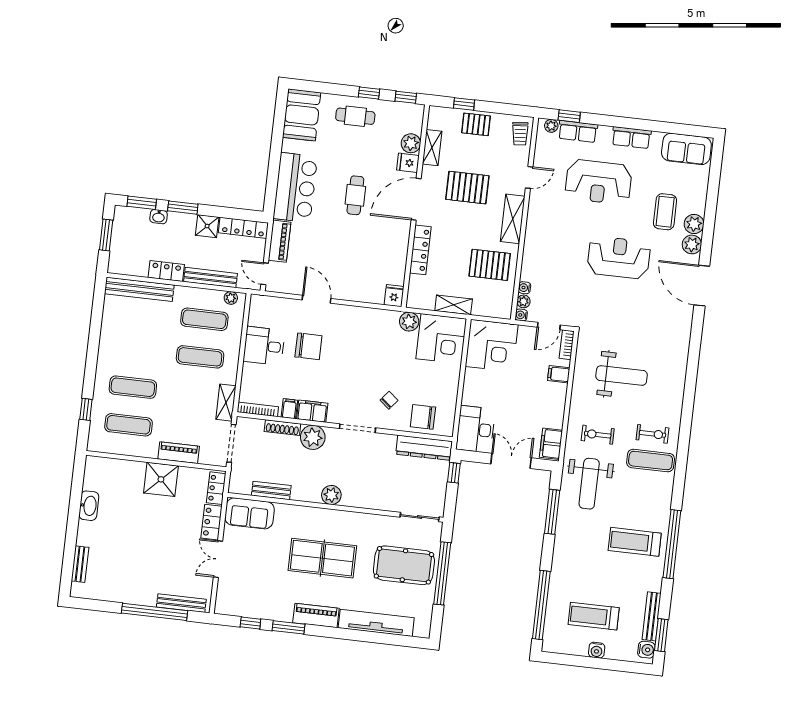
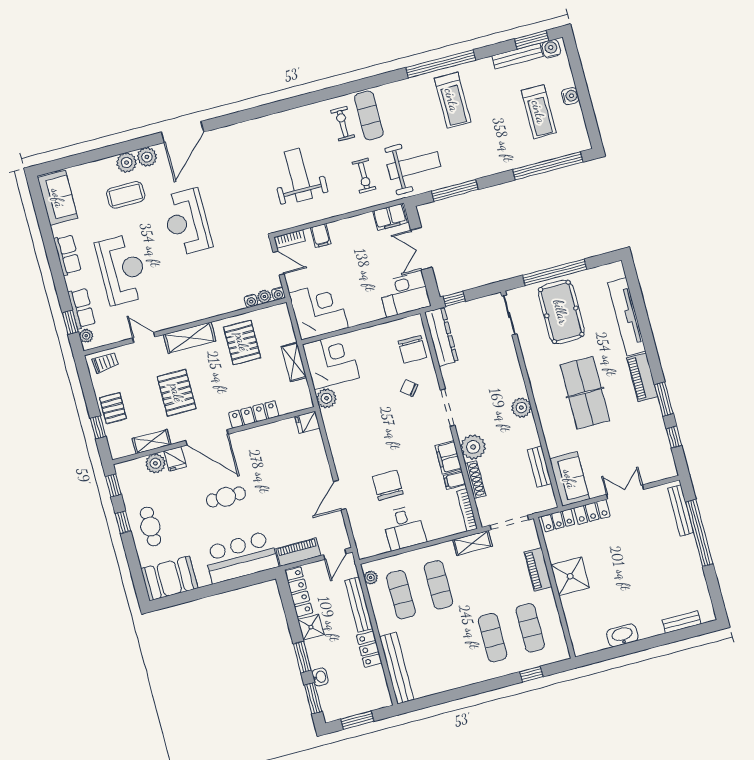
double door: (218, 559) -> (625, 492), swing flipped

